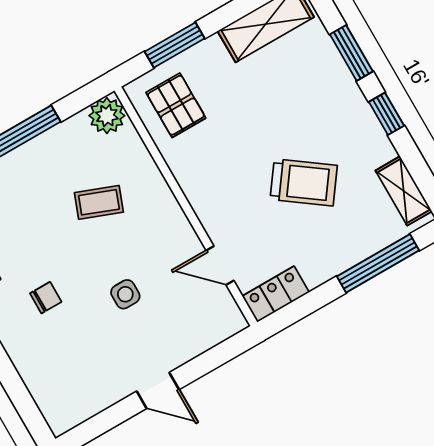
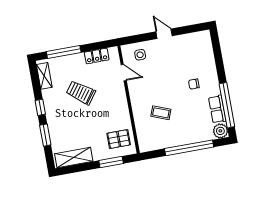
pallet: (176, 105) -> (119, 139), turned 90
plant: (107, 116) -> (146, 144), removed
side table: (125, 294) -> (140, 55), moved
locker: (276, 294) -> (97, 56), moved

